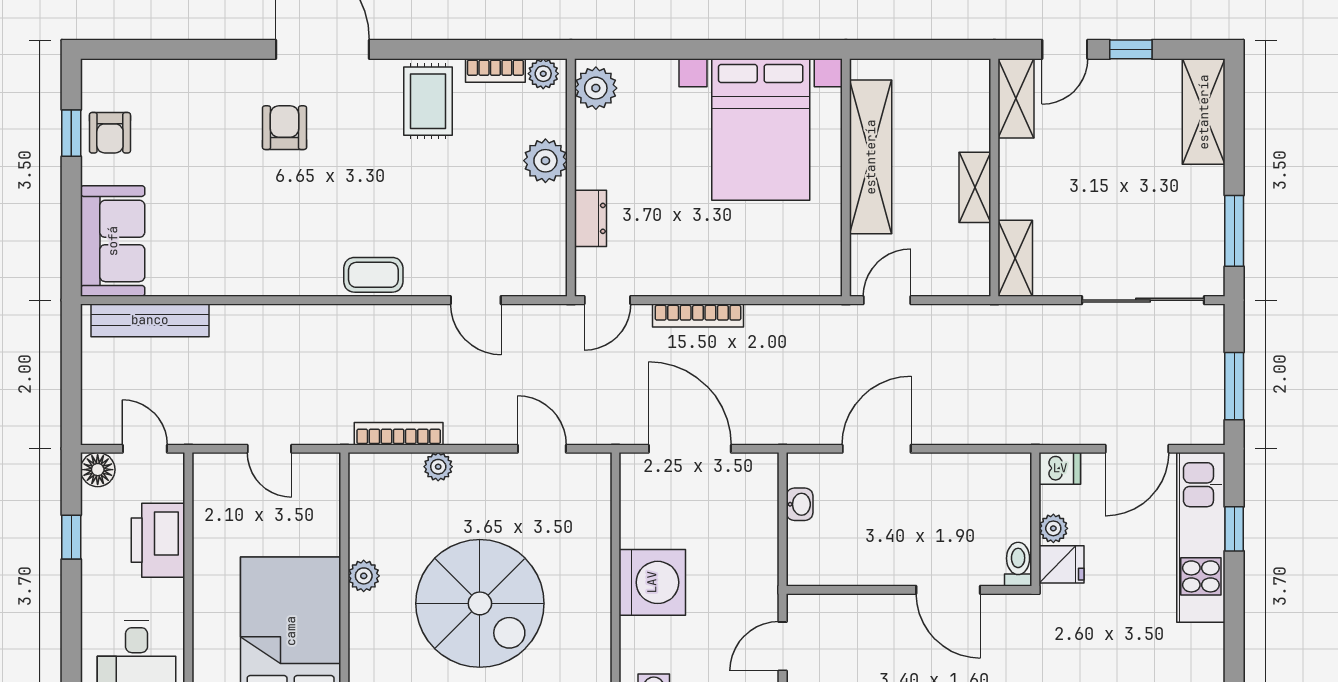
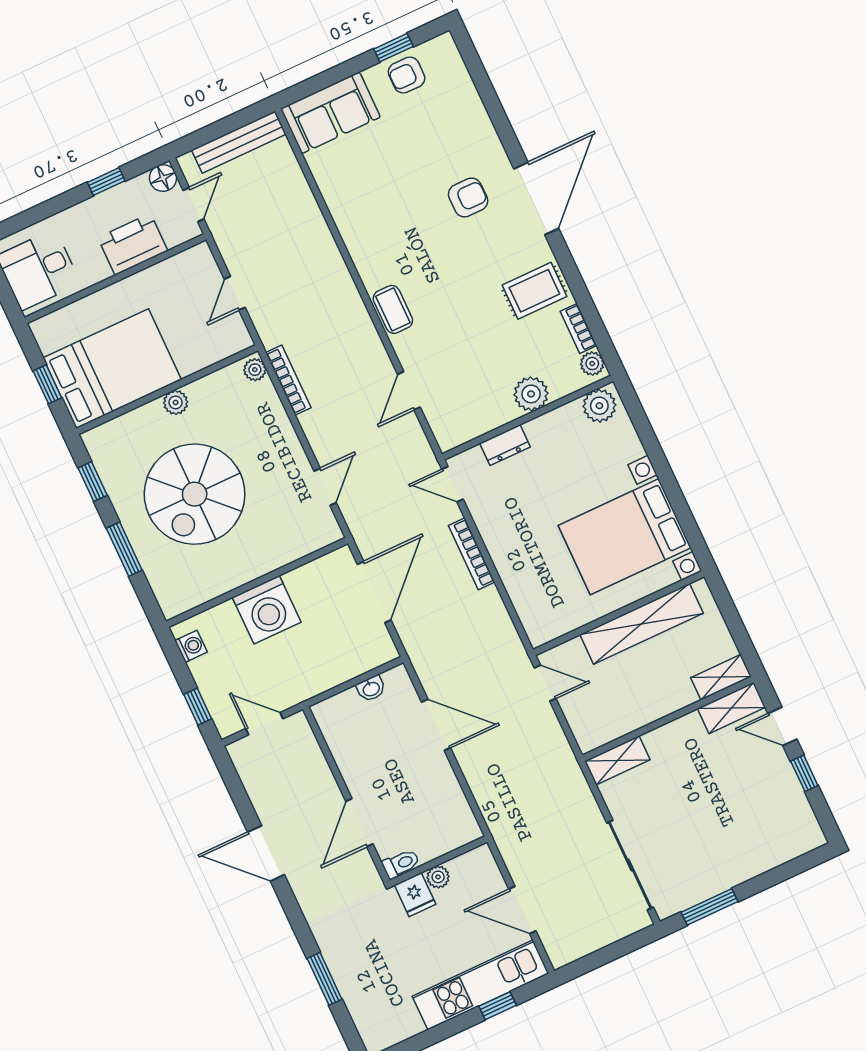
shelving: (1204, 112) -> (784, 846), removed
shelving: (975, 187) -> (721, 677), moved
bench: (150, 320) -> (239, 142), moved, turned 90
window: (1234, 386) -> (599, 958), removed
plant: (438, 467) -> (255, 370), moved
dishwasher: (1060, 468) -> (483, 862), removed

